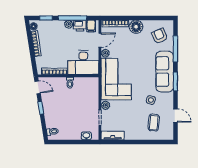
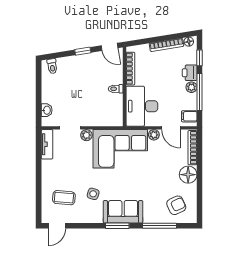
printer: (80, 26) -> (190, 73), moved
sofa: (165, 72) -> (123, 212), width x0.73
door: (38, 87) -> (110, 47), hinge flipped
door: (175, 115) -> (57, 226), moved

